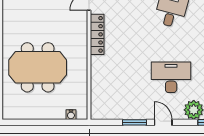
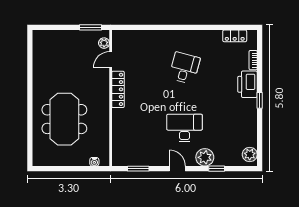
meeting table: (38, 67) -> (64, 119), turned 90
window: (135, 122) -> (138, 169), moved

